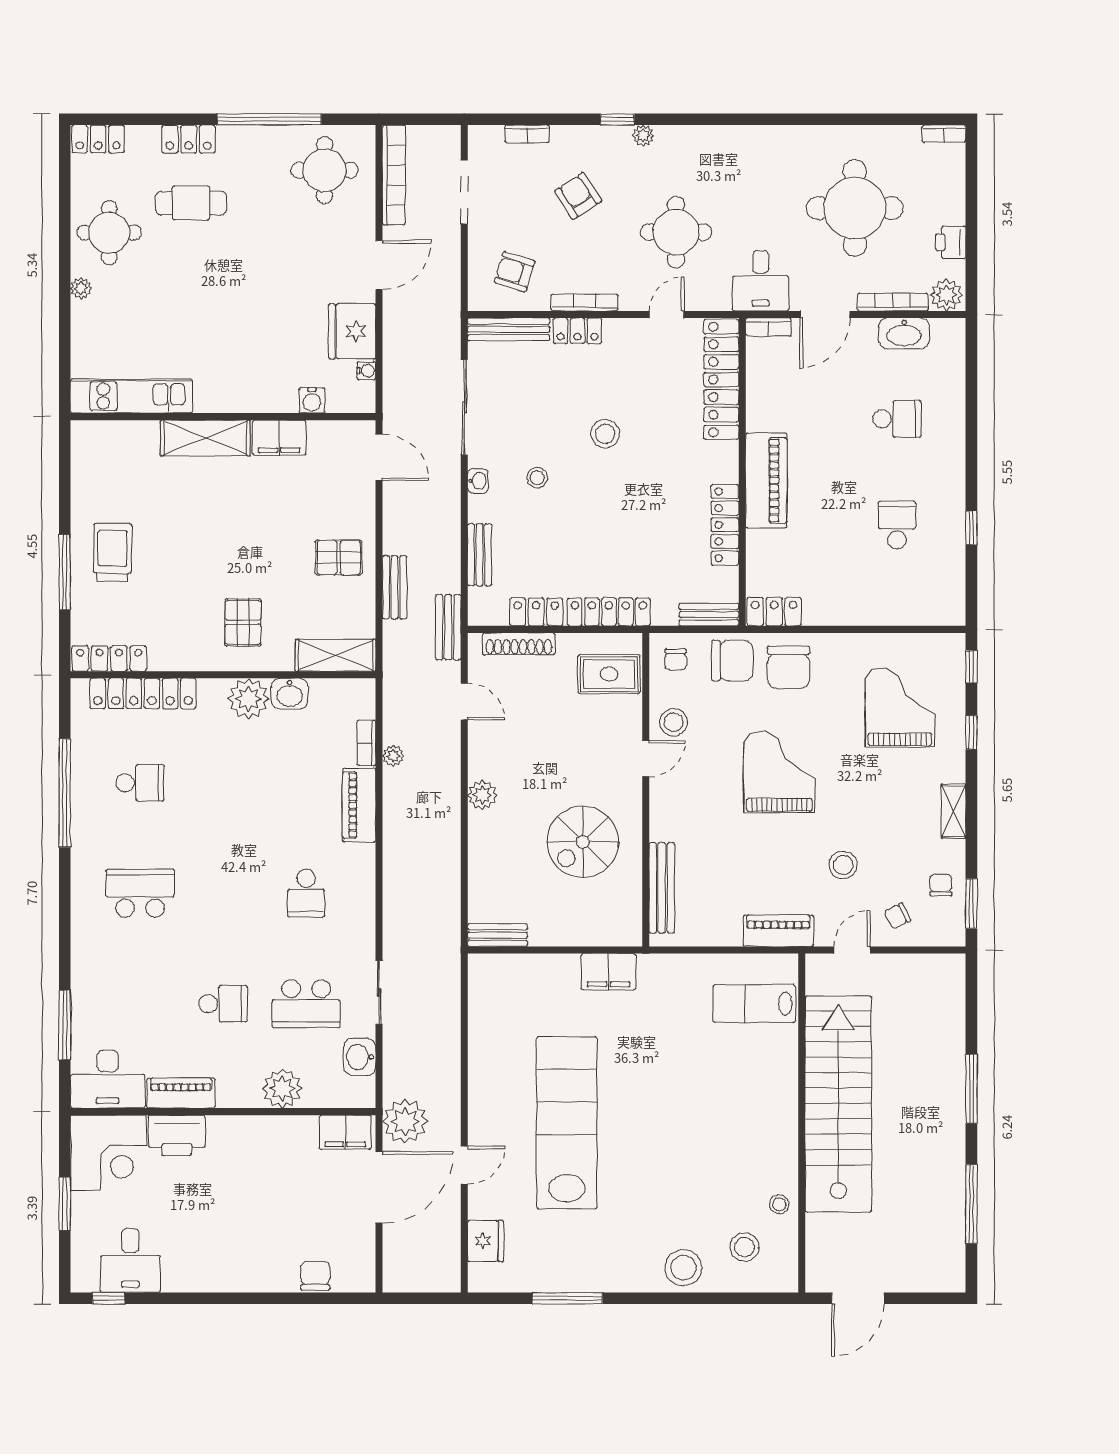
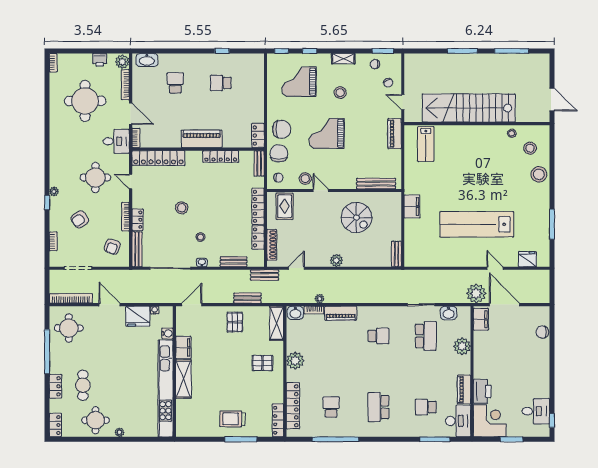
washbasin: (904, 333) -> (147, 60), moved, turned 90
kitchen unit: (131, 396) -> (166, 388), width x1.86
washbasin: (290, 694) -> (295, 313), moved, turned 90
stool: (843, 865) -> (340, 93), moved
school desk: (223, 1004) -> (426, 407), moved, turned -90

